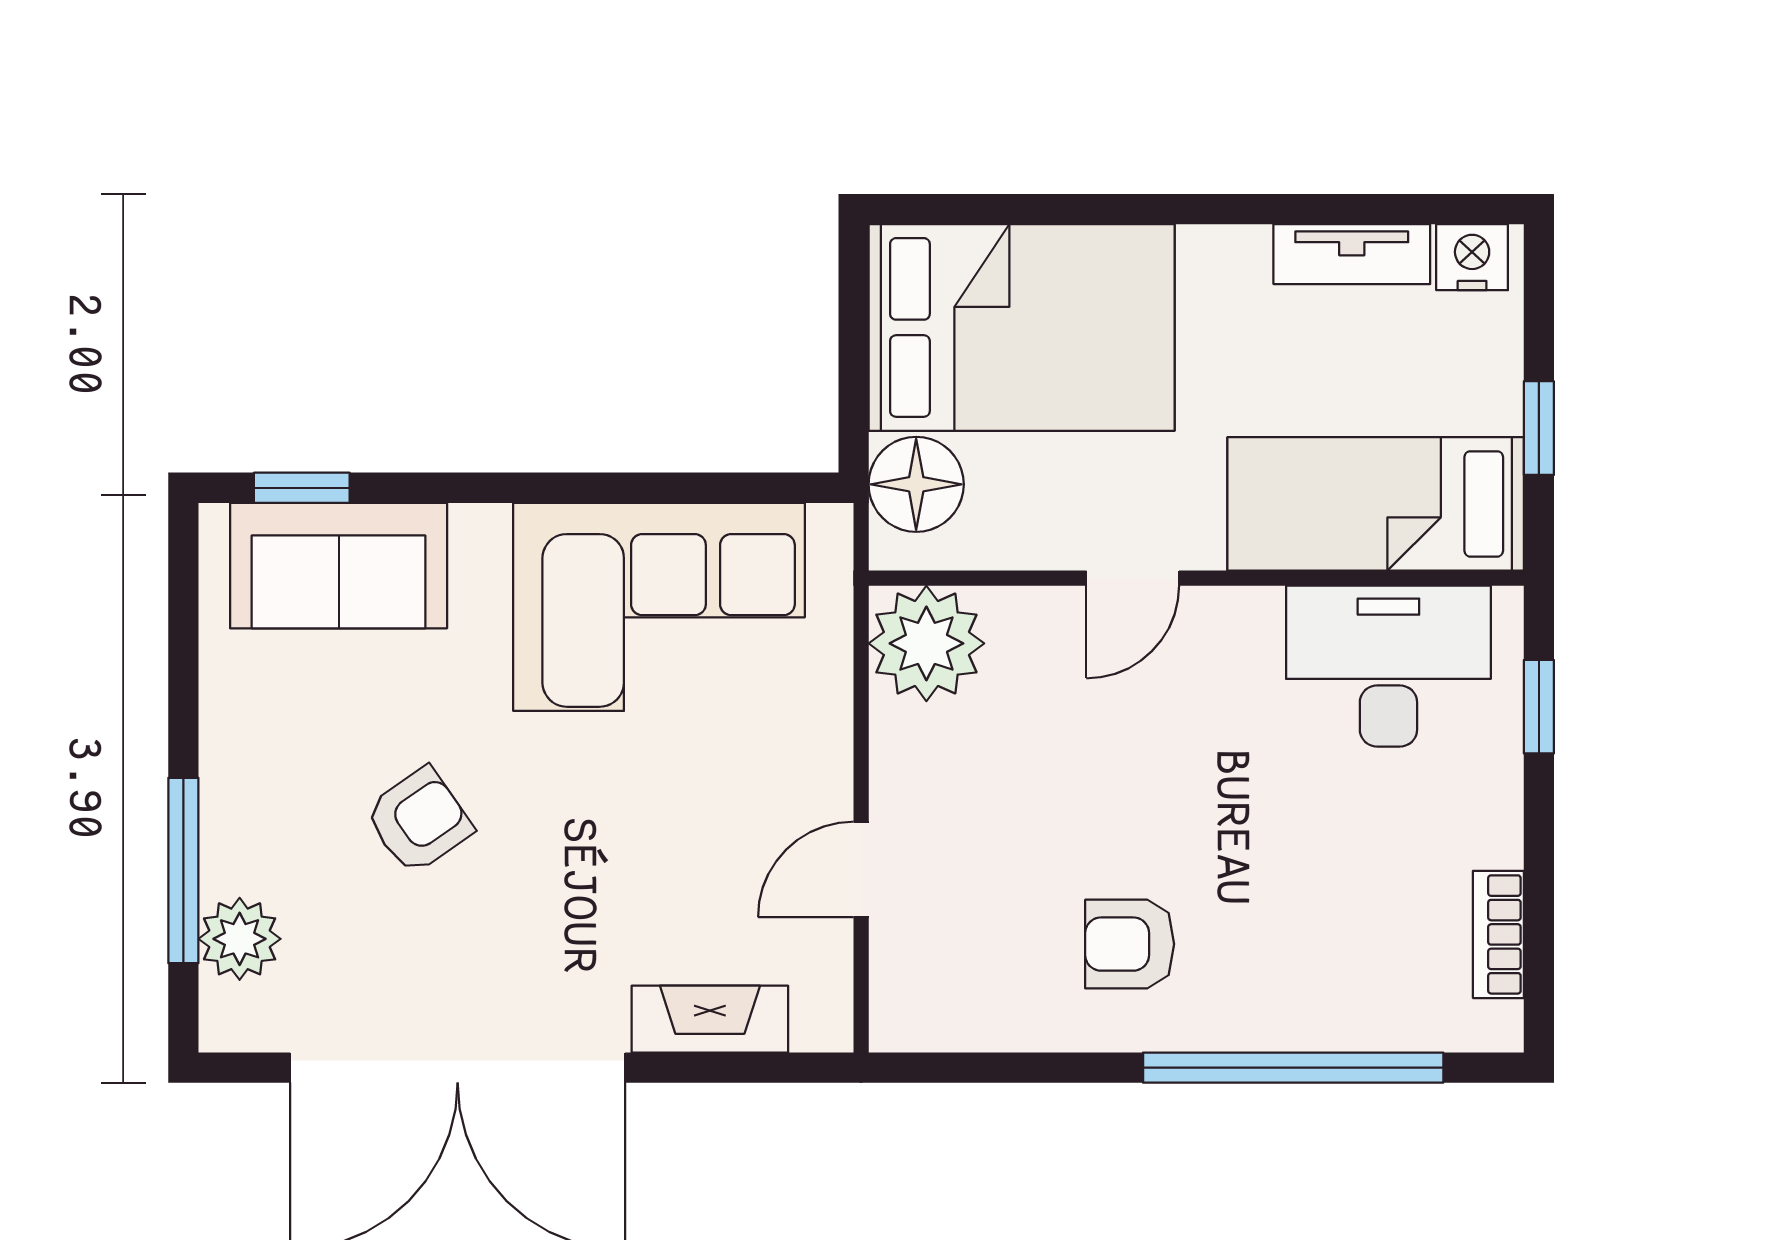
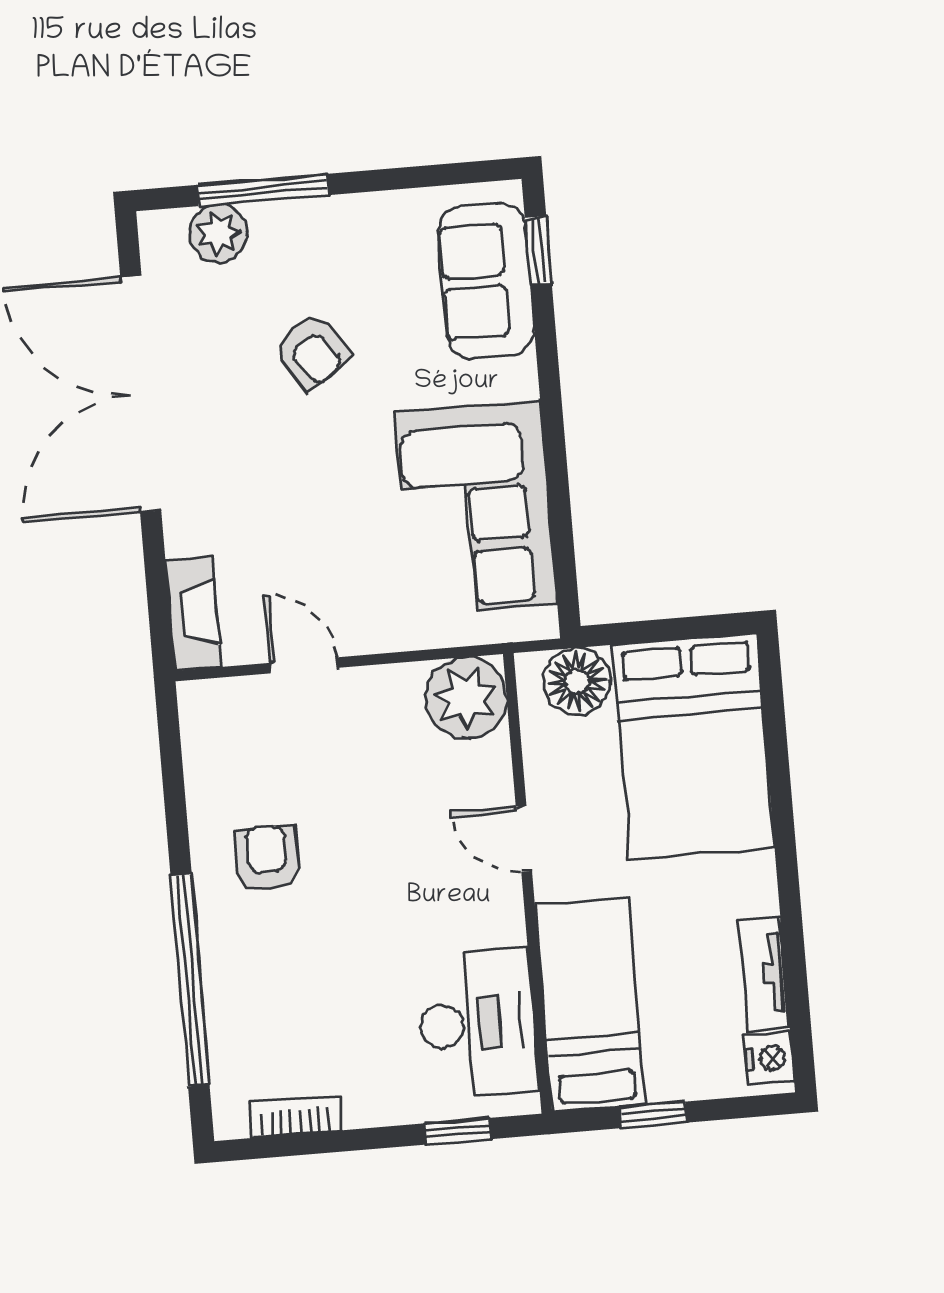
fireplace: (710, 1019) -> (193, 614), moved

